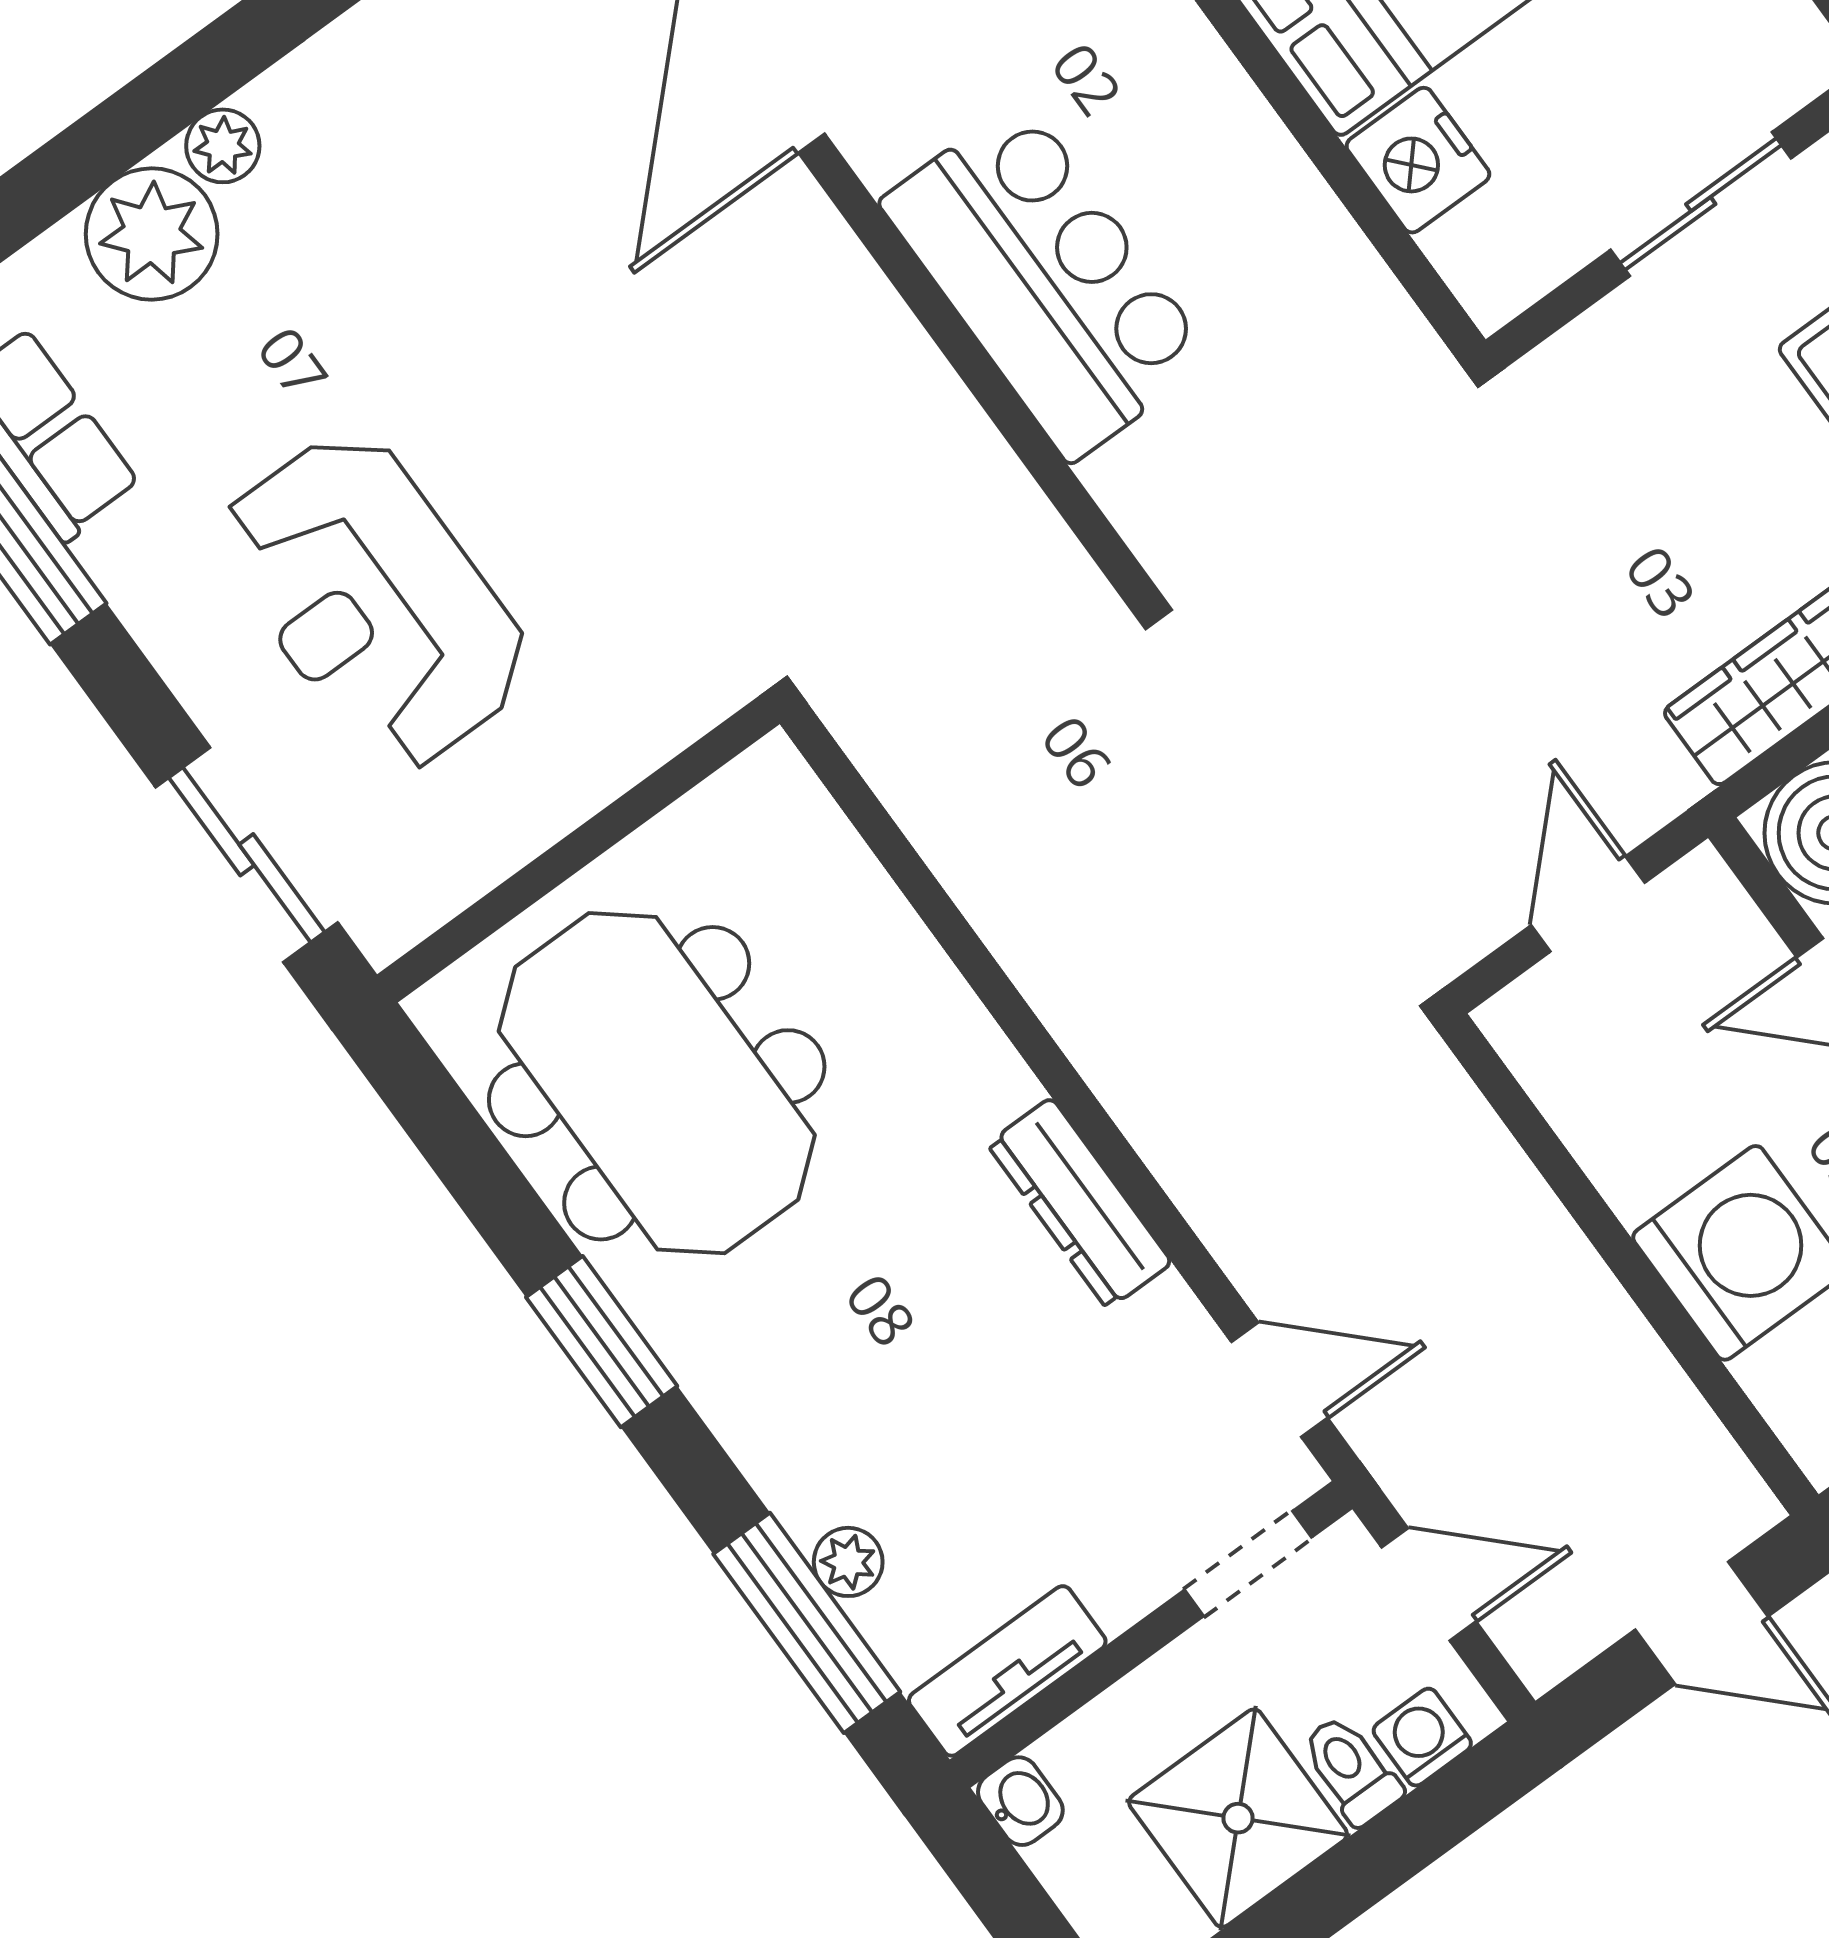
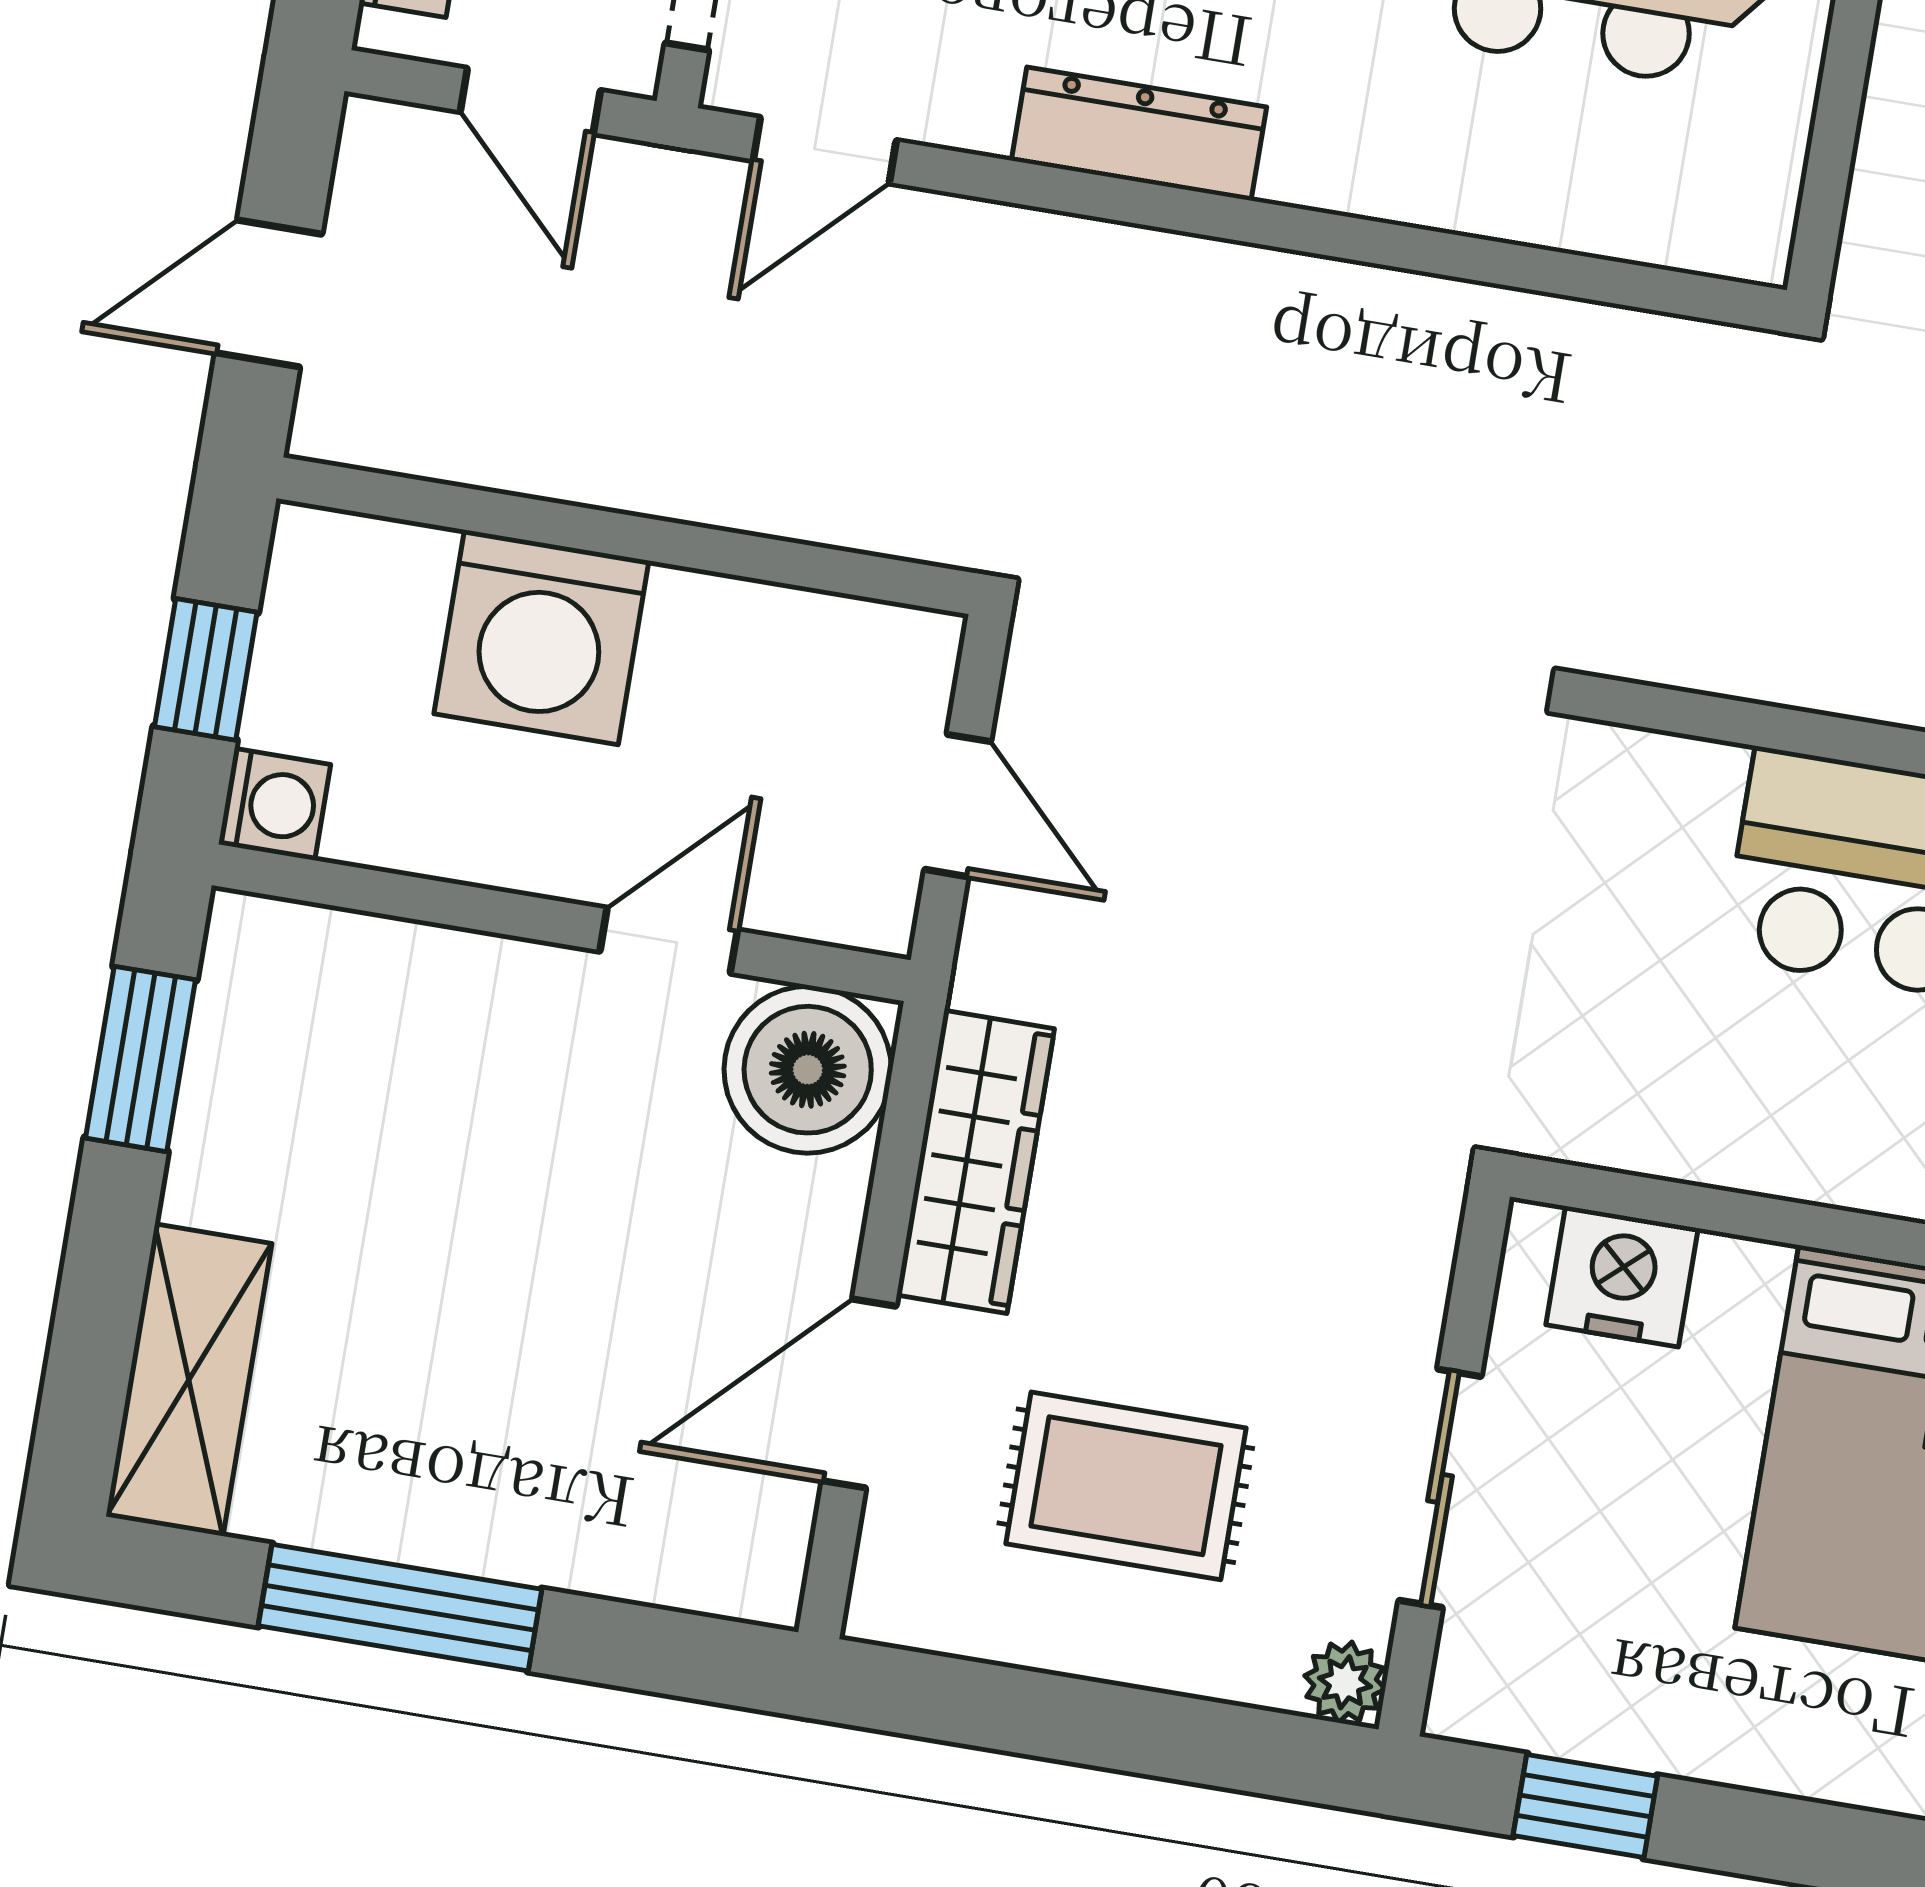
nightstand: (1418, 160) -> (1622, 1277), moved
door: (1429, 1584) -> (530, 101), hinge flipped

